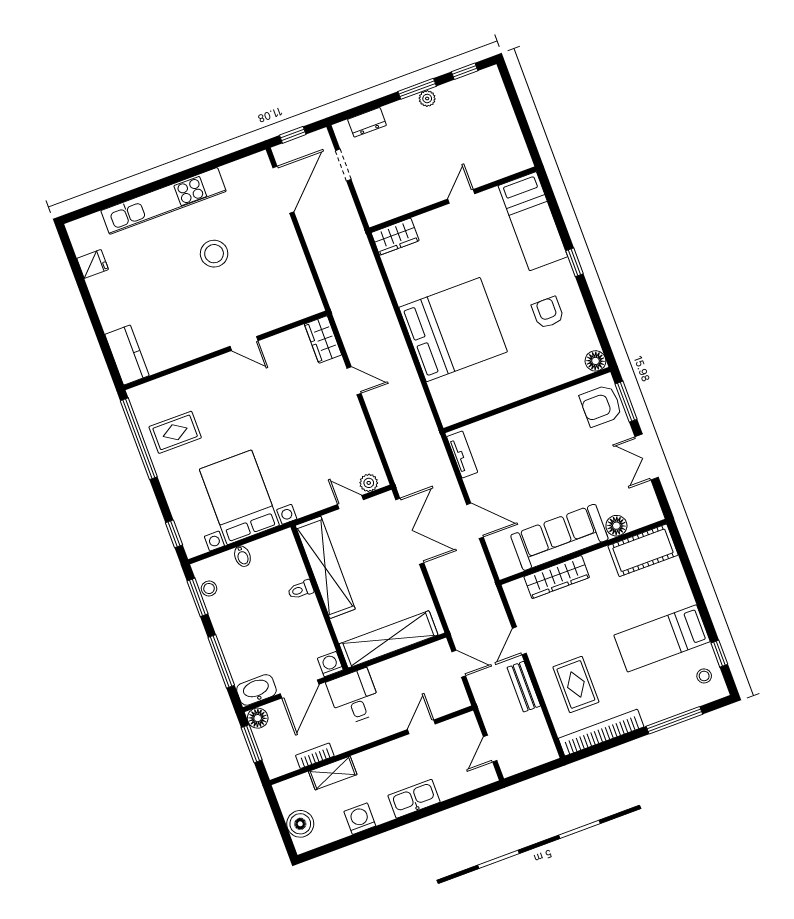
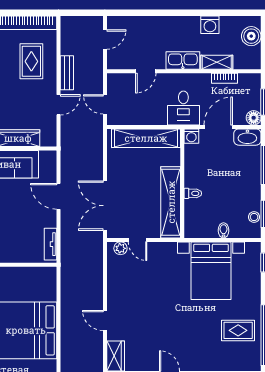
kitchen sink: (414, 799) -> (183, 60), moved, turned 180

